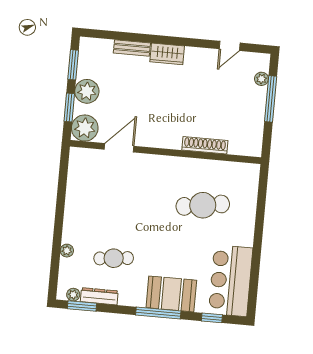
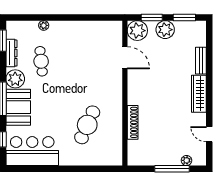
wardrobe: (167, 54) -> (199, 94), width x1.50
cafe table: (203, 205) -> (87, 125), turned 33
plant: (73, 295) -> (15, 79), moved, width x1.88, depth x1.88

